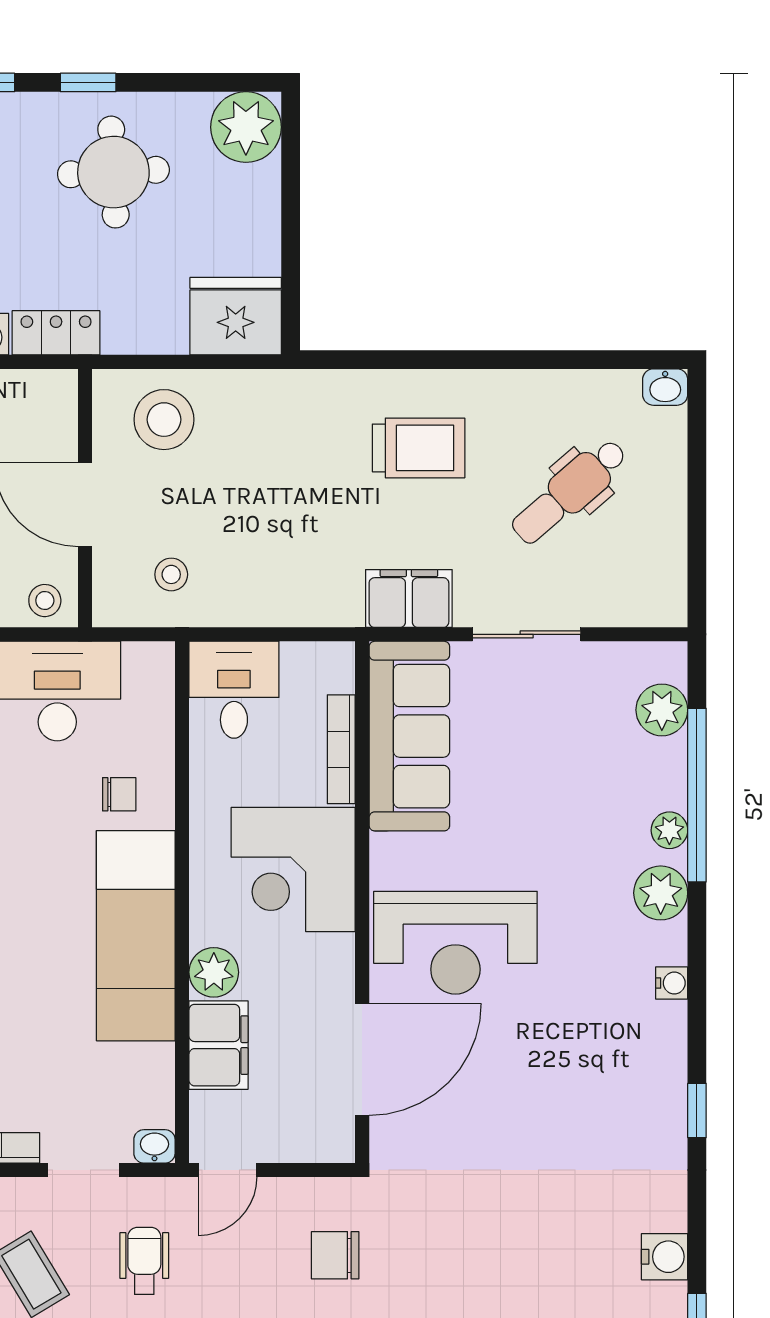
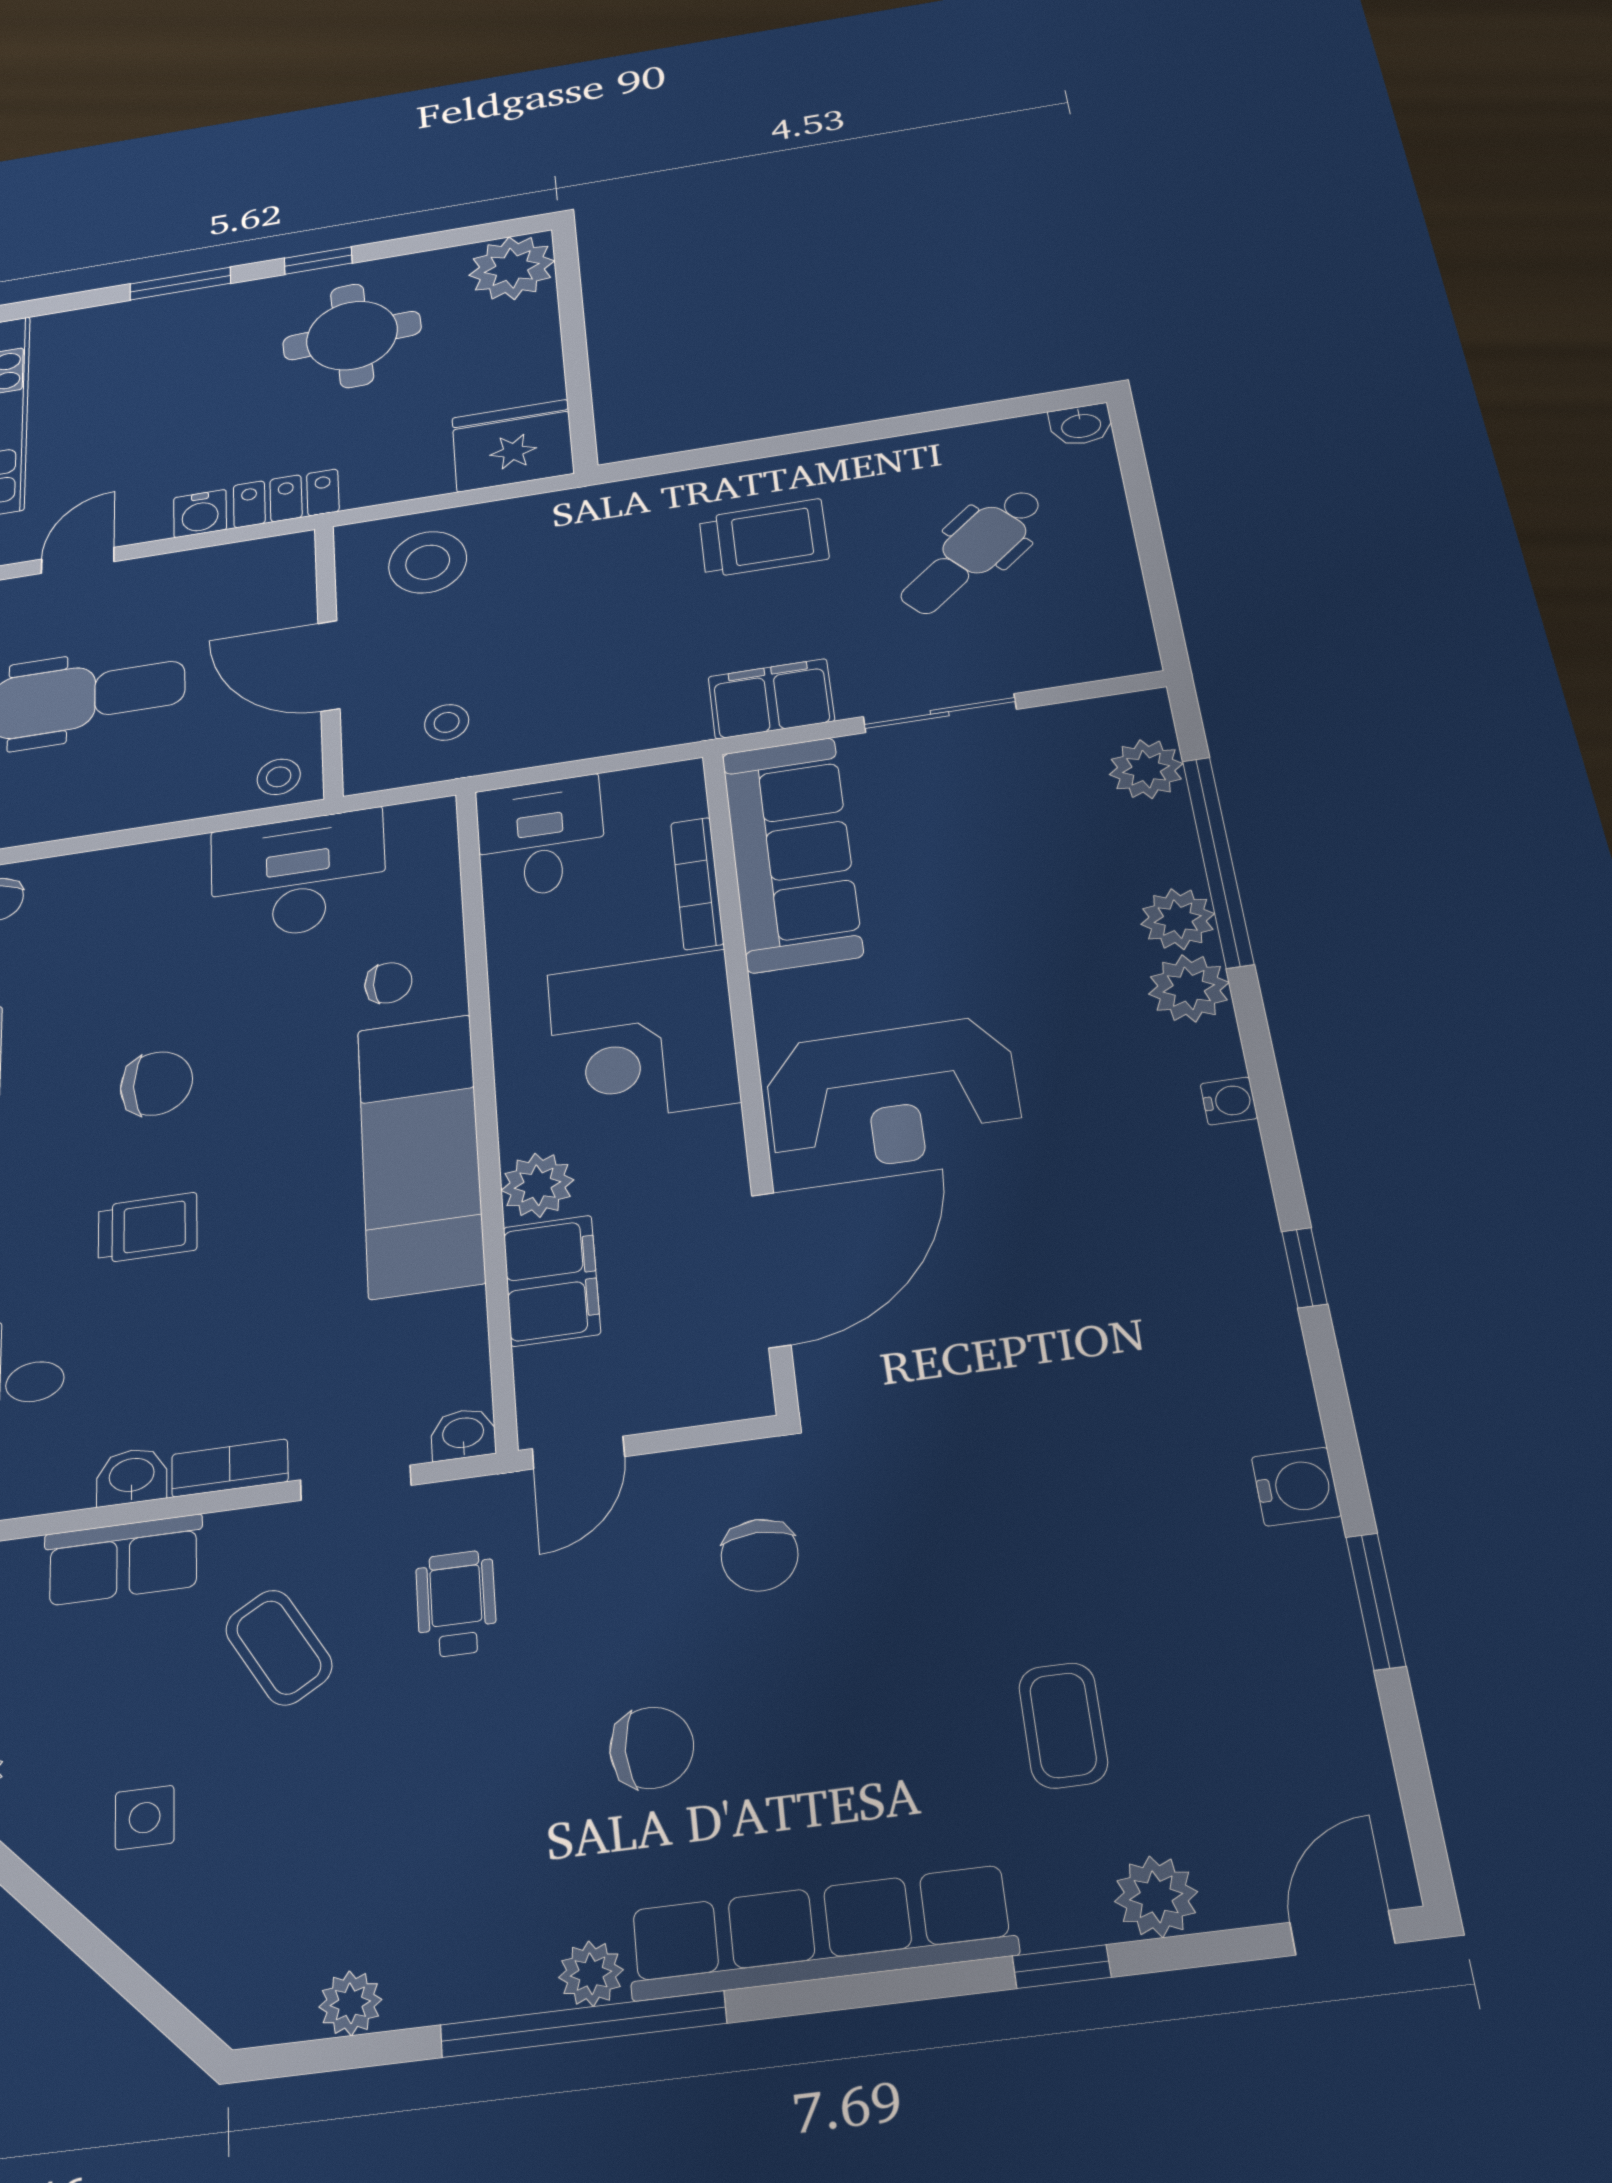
plant: (669, 830) -> (1178, 919), width x1.38, depth x1.38
chair: (335, 1255) -> (760, 1555), turned -90

